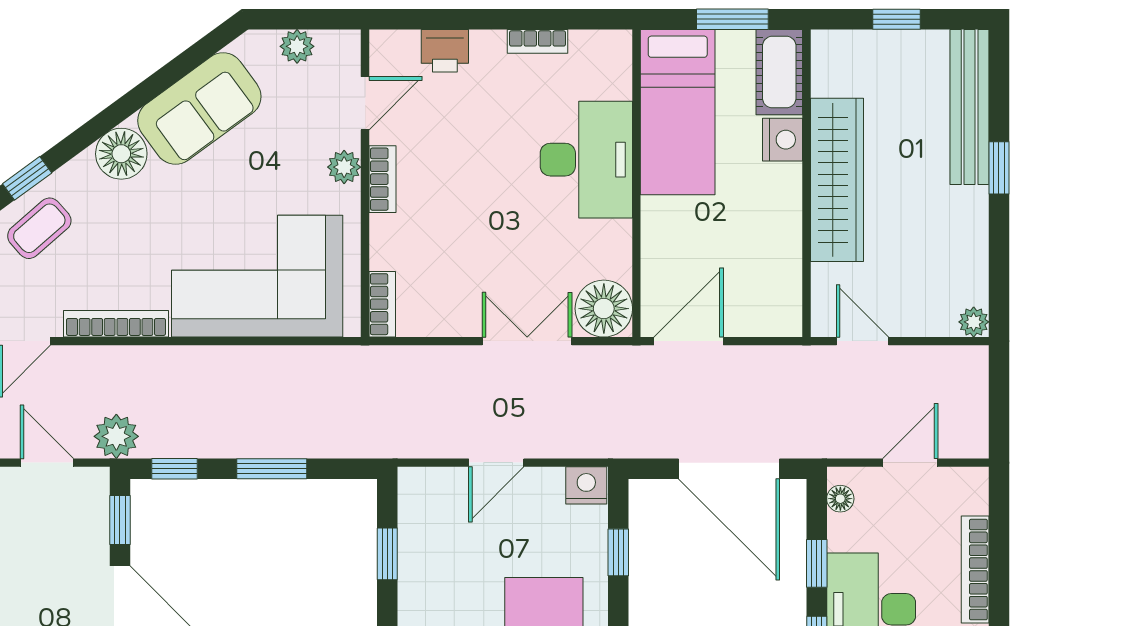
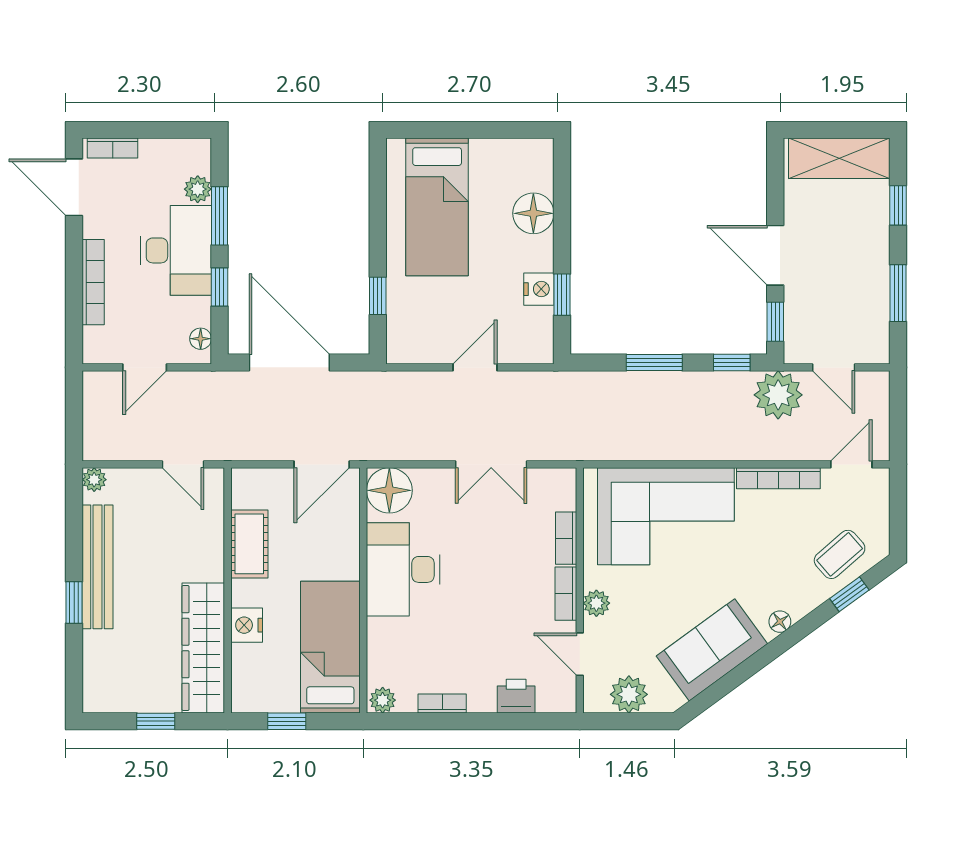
window: (732, 19) -> (287, 721), width x0.67
plant: (297, 46) -> (629, 694), width x1.38, depth x1.38
plant: (612, 46) -> (383, 700), added
cot: (779, 72) -> (249, 544), moved
door: (365, 103) -> (580, 654), hinge flipped
bench: (970, 107) -> (98, 567), moved
floor lamp: (121, 154) -> (780, 622), width x0.53, depth x0.53
desk: (586, 160) -> (403, 569), moved
wardrobe: (837, 180) -> (203, 648), moved
bookcase: (382, 304) -> (566, 538), moved
double door: (527, 341) -> (491, 464), moved
plant: (116, 436) -> (778, 395), width x1.36, depth x1.36
nightstand: (586, 485) -> (539, 289), moved, turned -90

